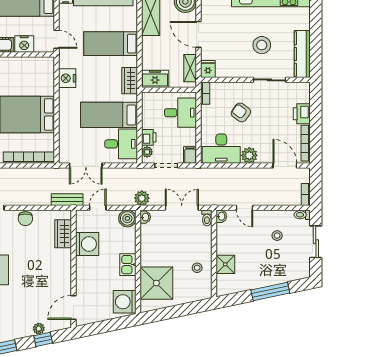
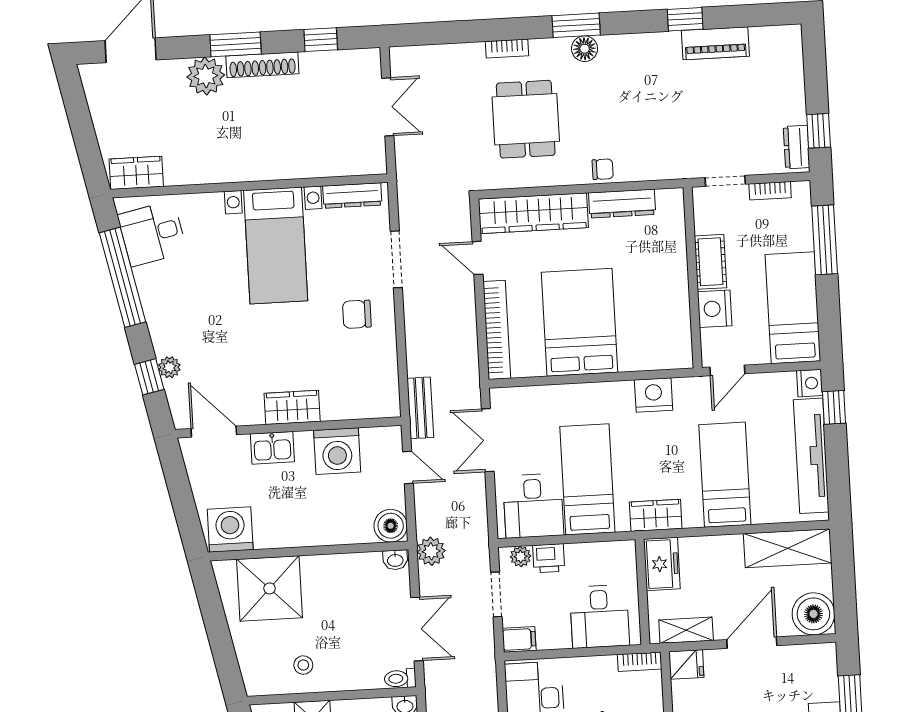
chair: (25, 219) -> (357, 314), moved
wardrobe: (63, 234) -> (292, 407), moved
kitchen sink: (128, 265) -> (272, 448), moved, turned 180

